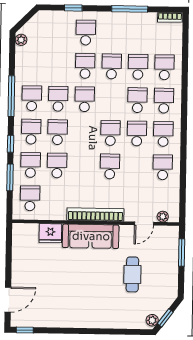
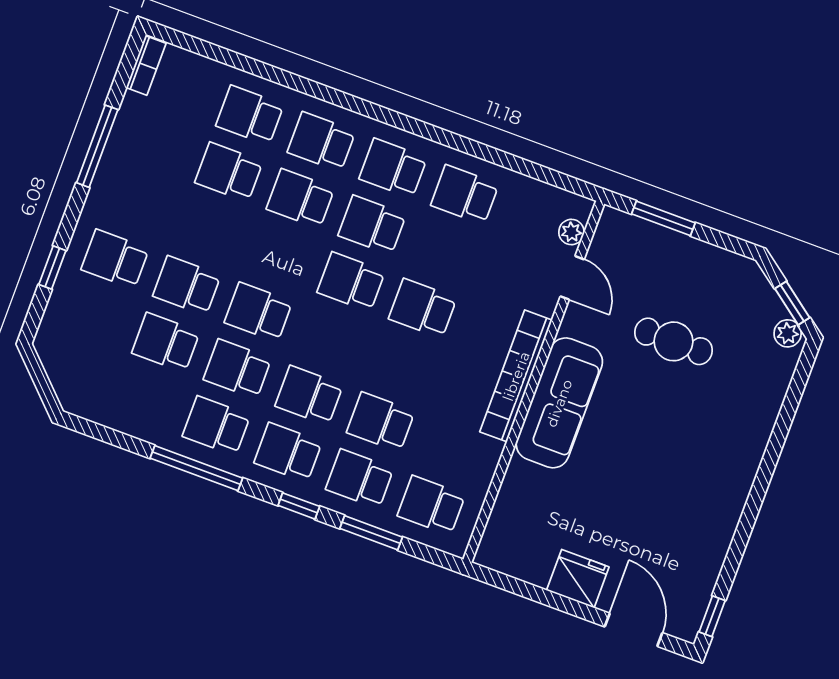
plant: (21, 40) -> (82, 405), removed
school desk: (112, 66) -> (166, 342), moved
fridge: (50, 233) -> (578, 579), moved, turned -90

